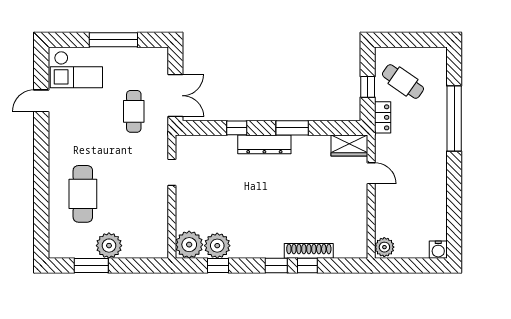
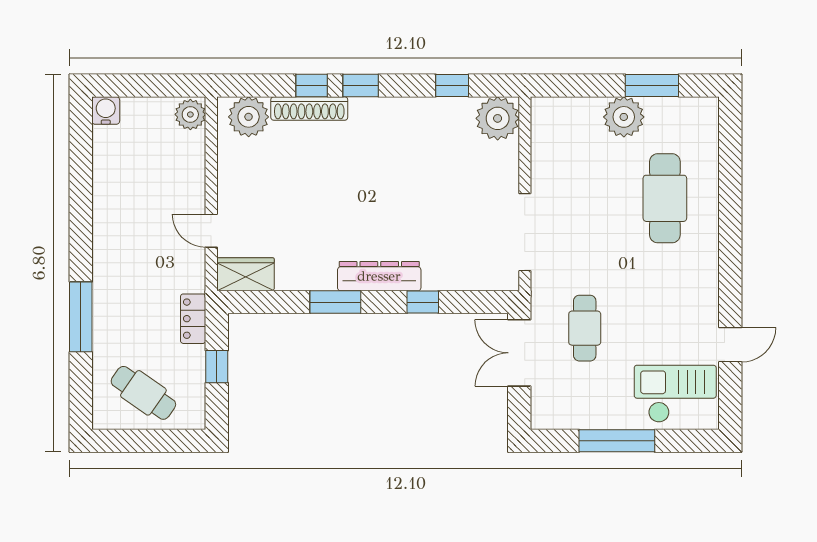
cafe table: (403, 82) -> (143, 393), moved
window: (454, 118) -> (81, 317), width x0.68
doorway: (172, 172) -> (525, 232), width x1.87
plant: (217, 246) -> (249, 117), moved

